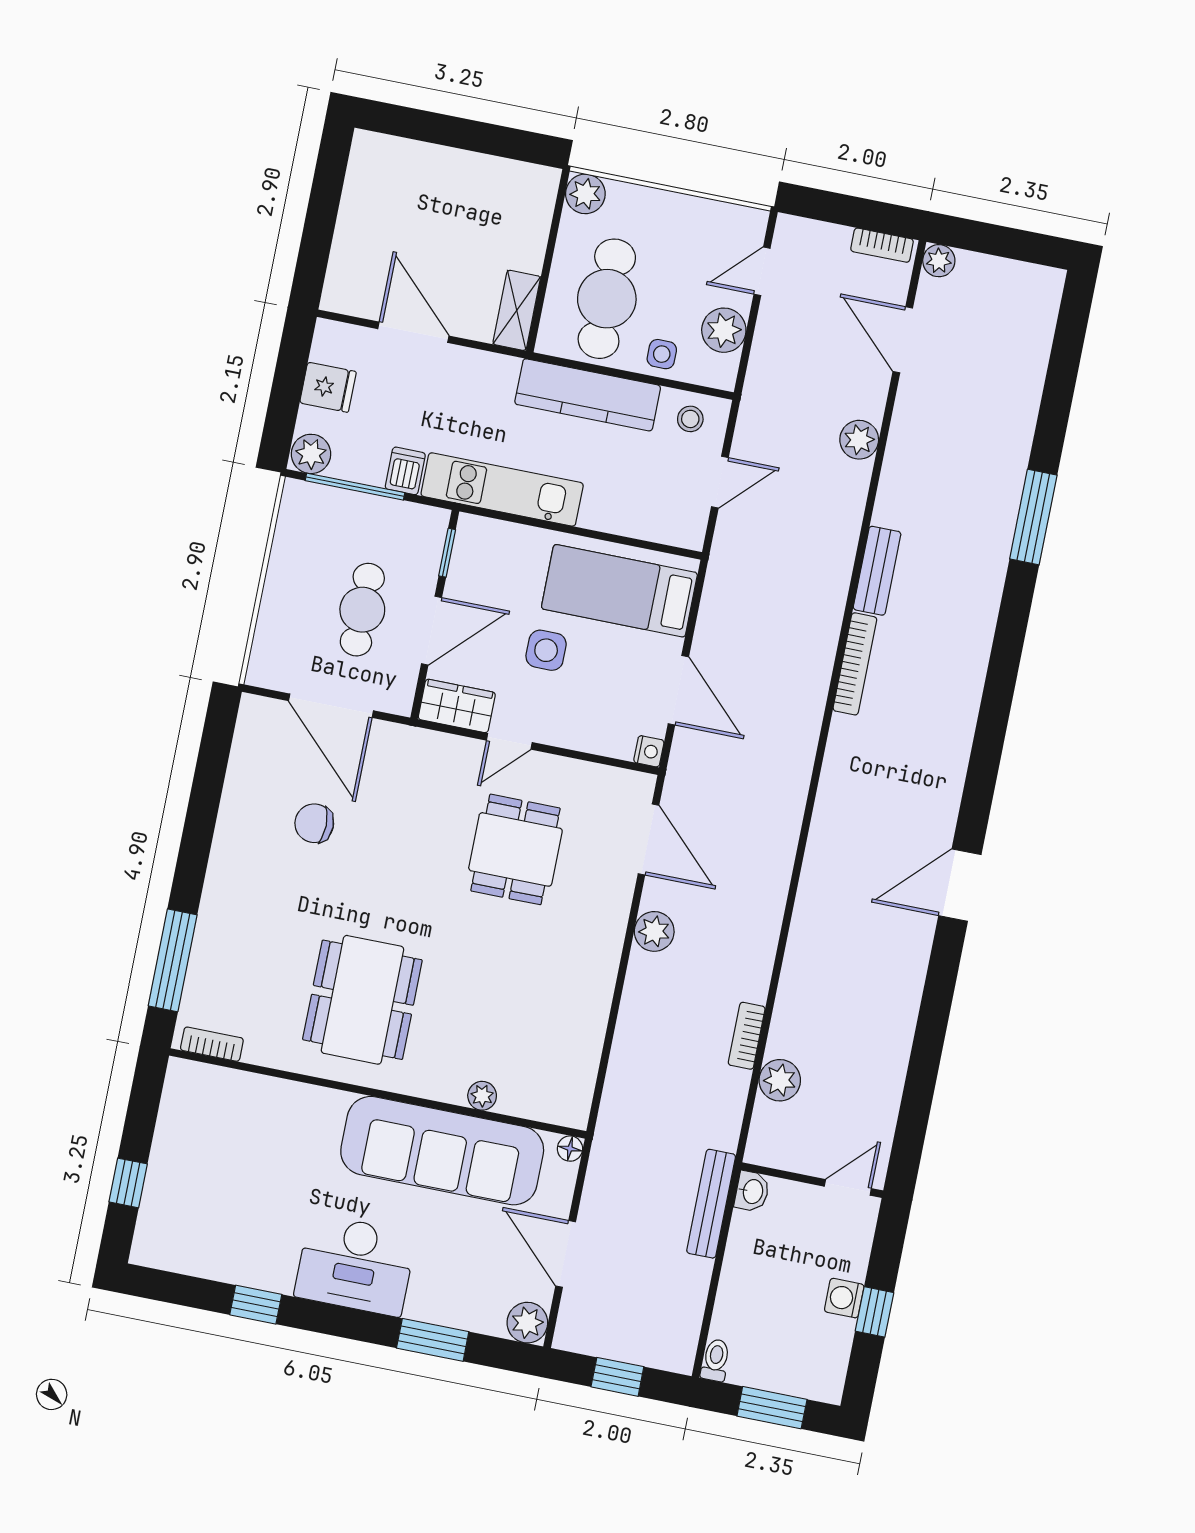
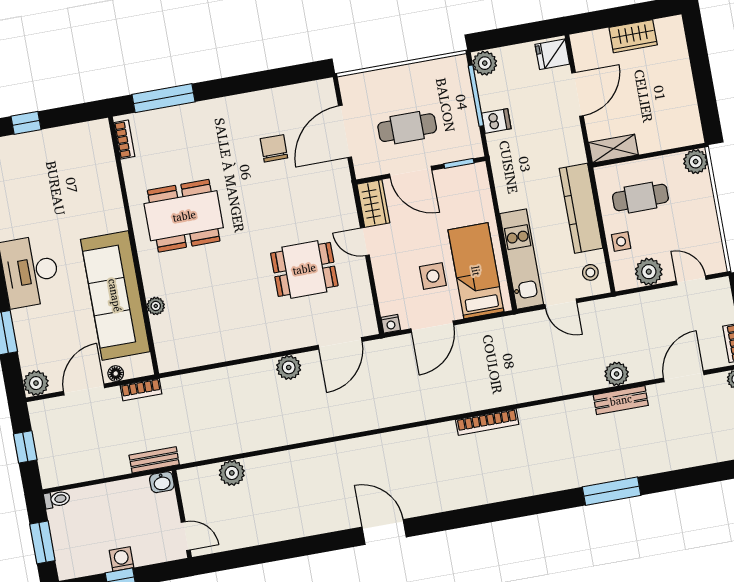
wardrobe: (359, 214) -> (633, 36), added
cafe table: (607, 299) -> (640, 198), width x0.73, depth x0.74
fridge: (328, 387) -> (552, 54), moved, turned 90
kitchen unit: (502, 490) -> (522, 259), moved
bench: (877, 571) -> (621, 400), moved
side table: (546, 650) -> (433, 276), moved
bookcase: (747, 1036) -> (141, 390), moved, turned 180
floor lamp: (570, 1149) -> (116, 374), moved
bench: (711, 1204) -> (154, 460), width x0.73

